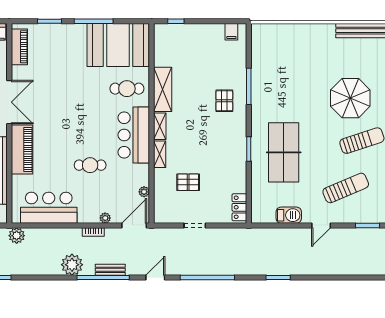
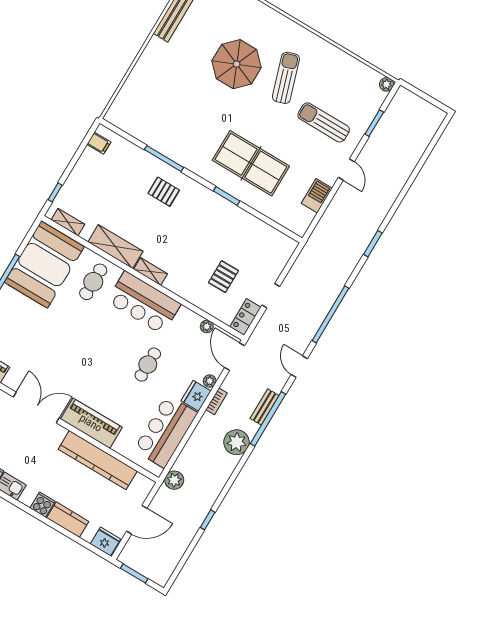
shelving: (160, 154) -> (68, 222), moved
sun lounger: (346, 188) -> (324, 122), turned -67
locker: (239, 207) -> (245, 317), moved, turned 90
fridge: (88, 214) -> (196, 396), added

